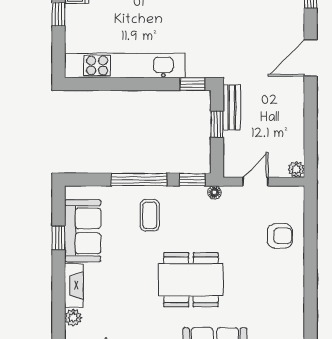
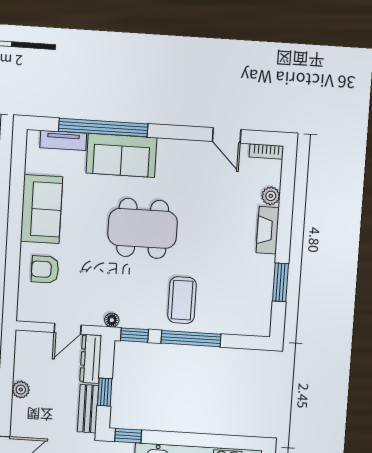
dresser: (232, 155) -> (91, 359), added
plant: (296, 169) -> (21, 390), moved
coffee table: (150, 215) -> (182, 300), width x1.36, depth x1.30
sofa: (83, 231) -> (41, 209), moved, turned 180
window: (59, 238) -> (280, 282), width x1.50

